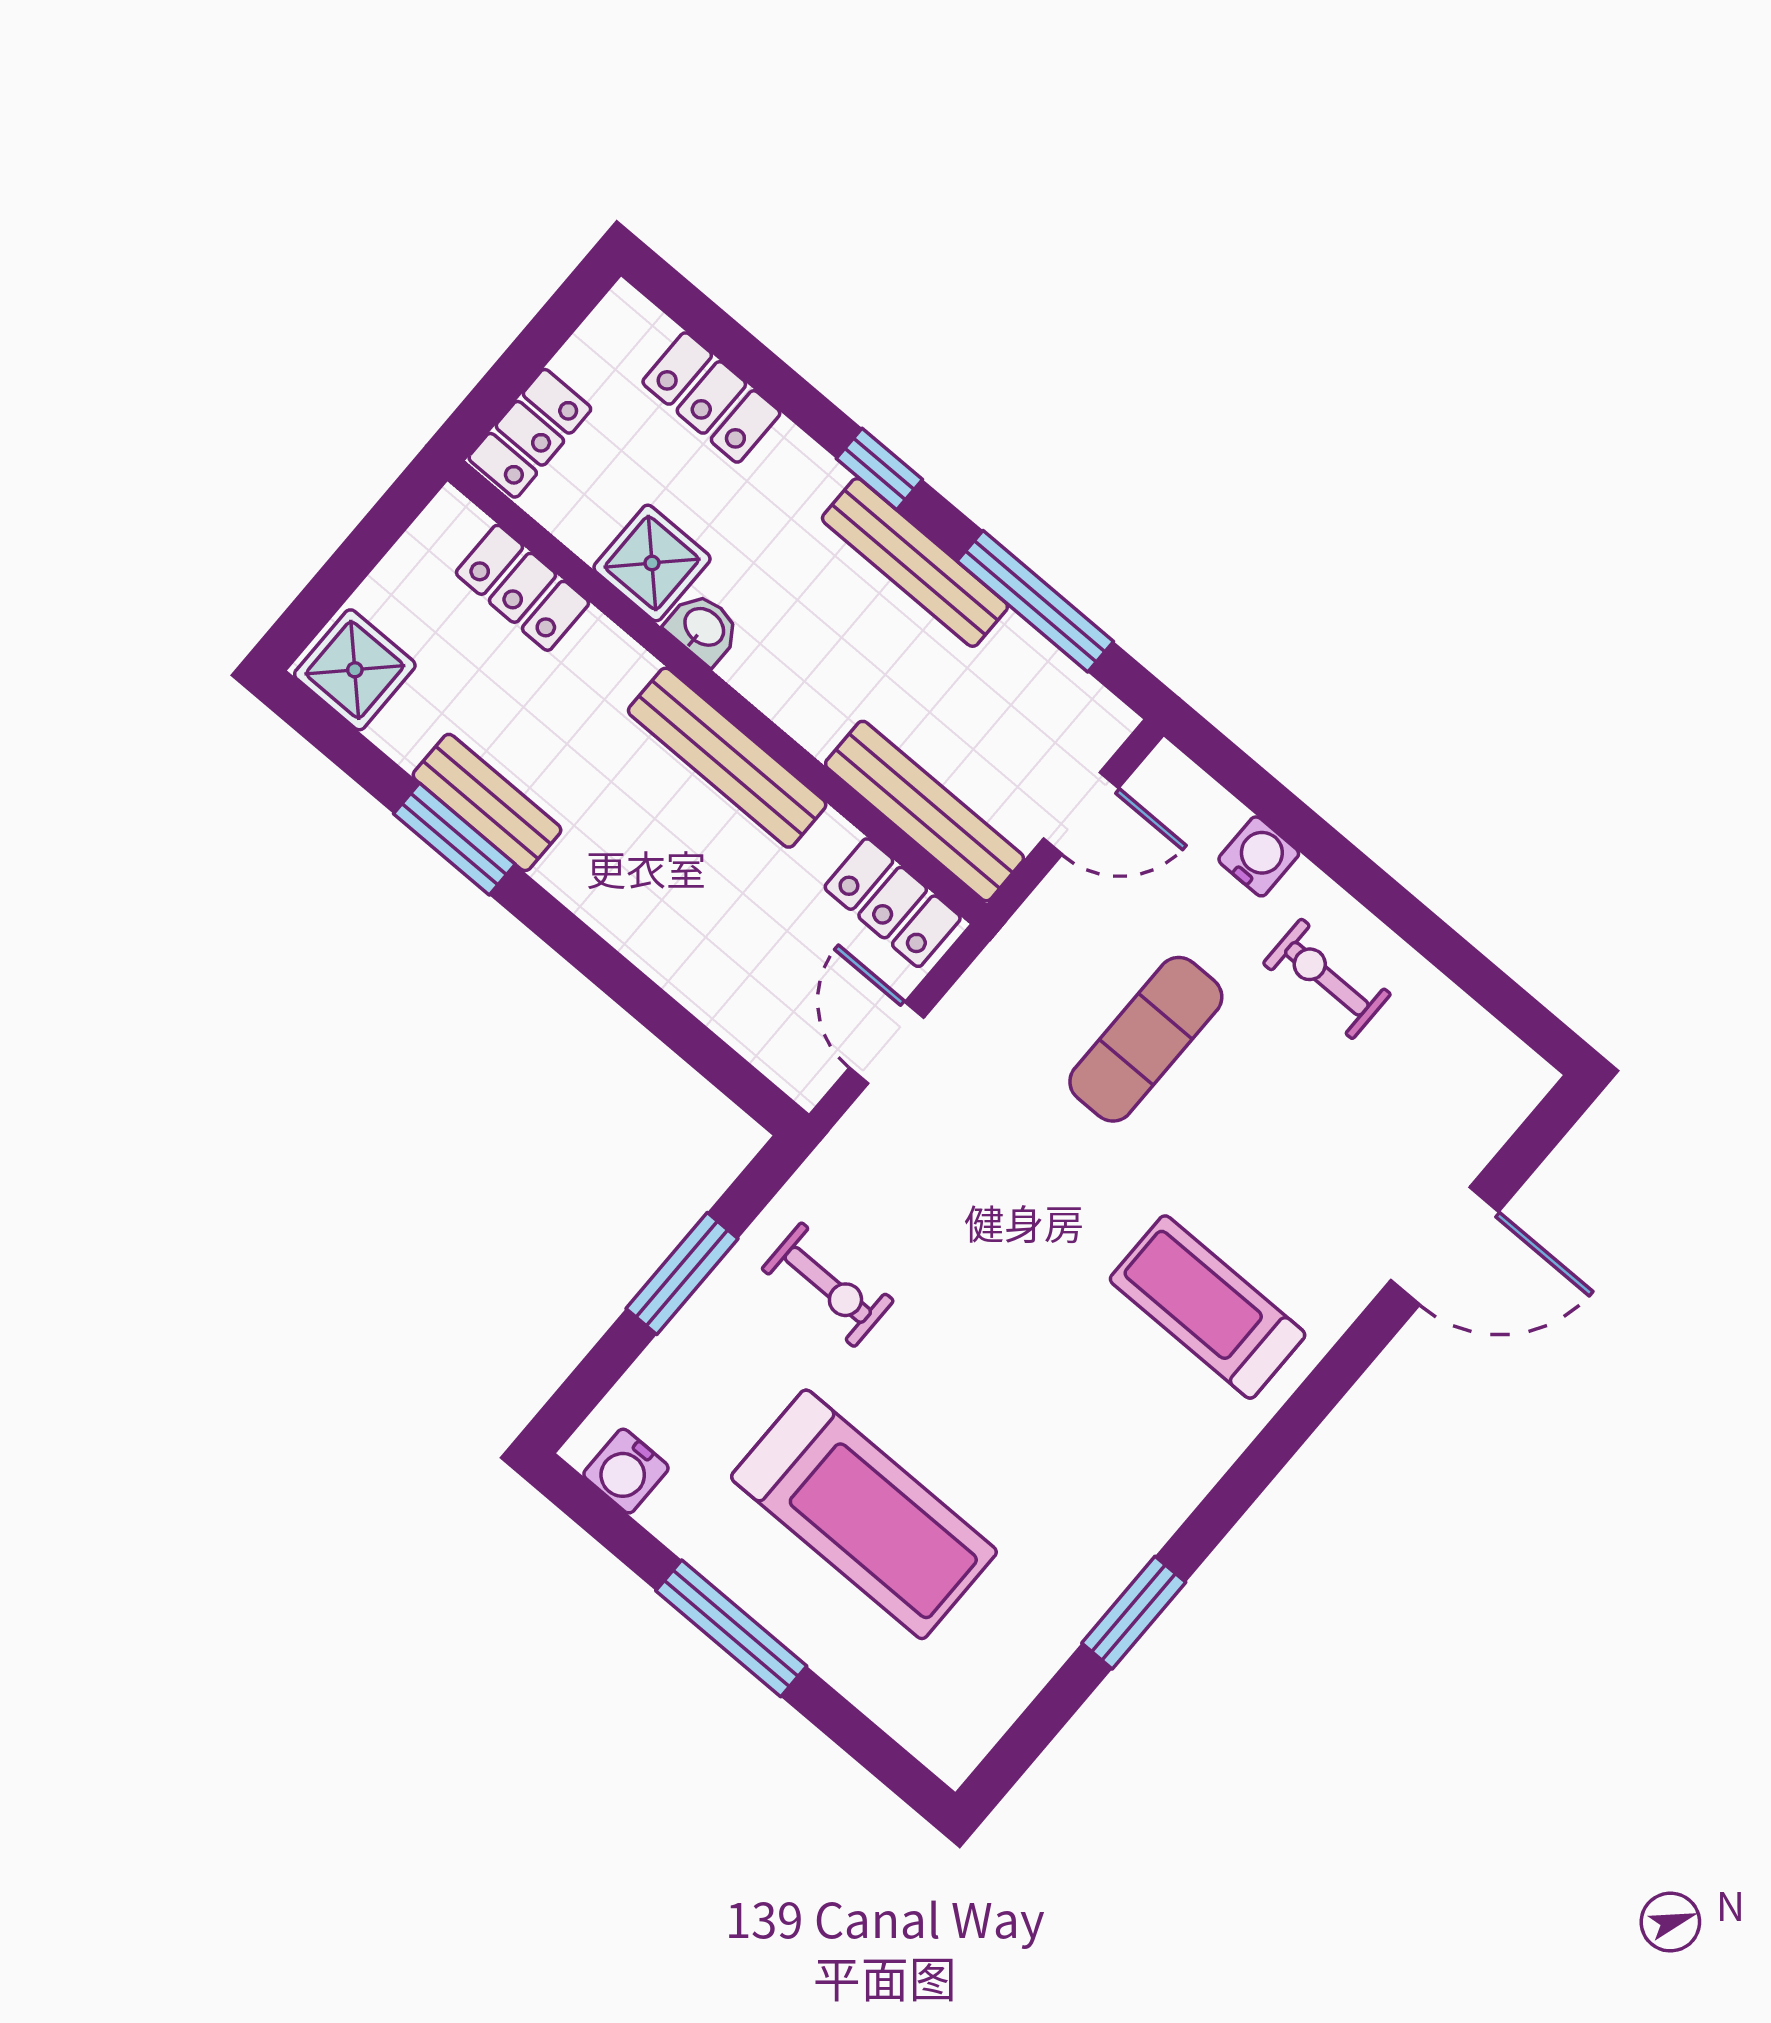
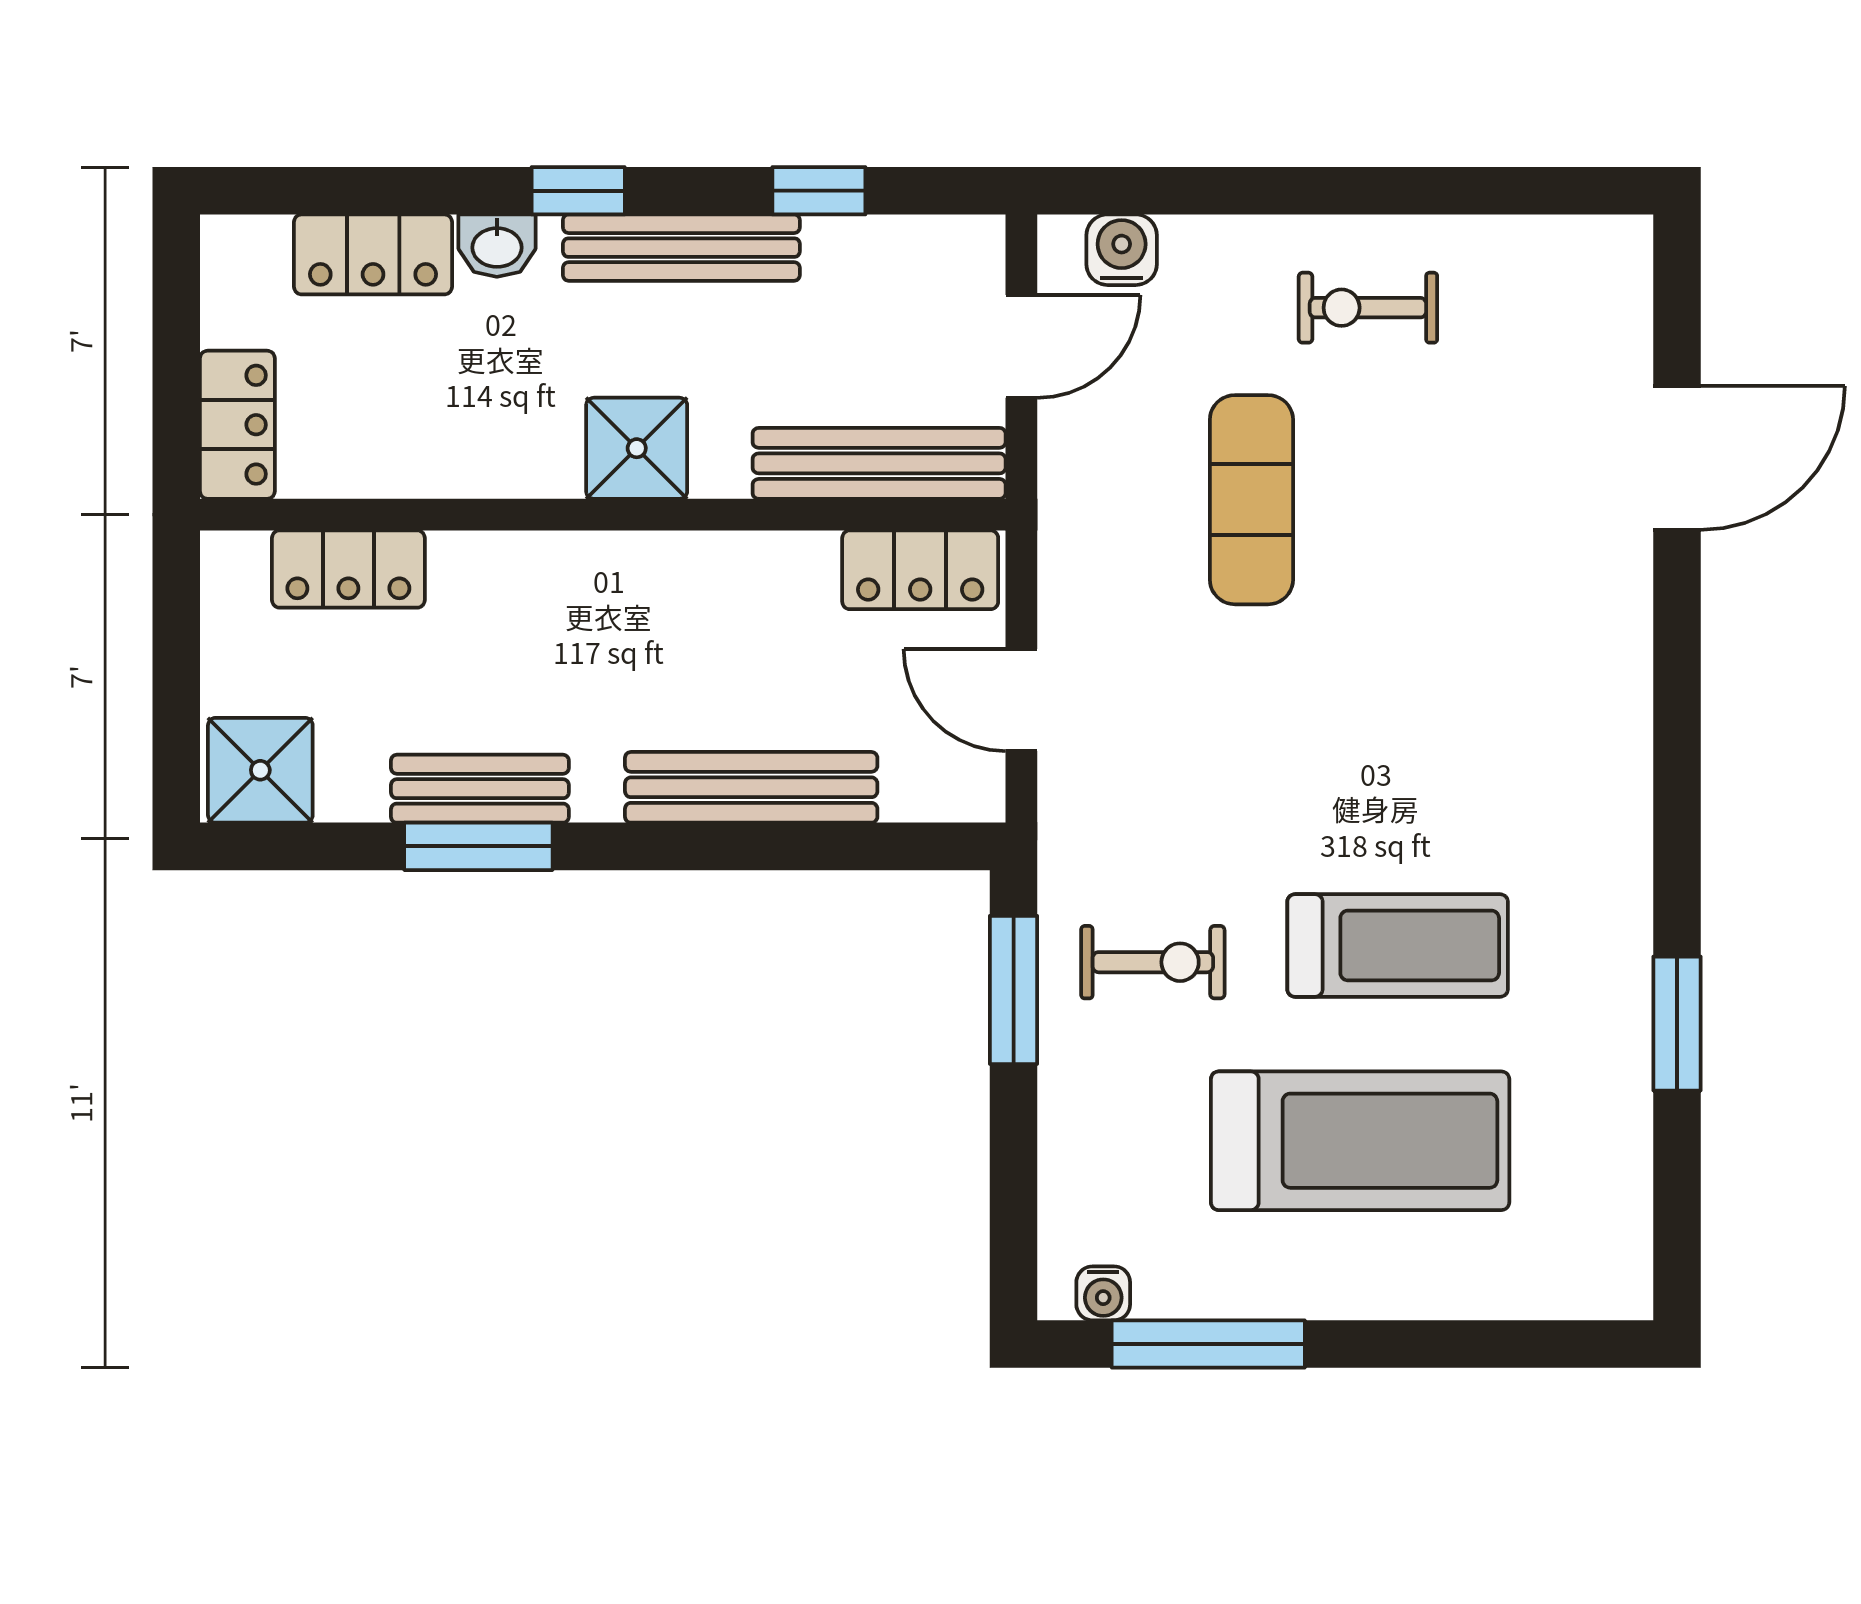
shower: (652, 563) -> (637, 448), moved
window: (1035, 601) -> (819, 191), width x0.46
washbasin: (703, 628) -> (497, 246), moved, turned 180
bench: (727, 758) -> (751, 787), moved
water cooler: (1259, 856) -> (1122, 250), moved
window: (682, 1274) -> (1014, 990), moved
treadmill: (1208, 1307) -> (1398, 945), moved, turned 180
water cooler: (626, 1471) -> (1103, 1293), width x0.72, depth x0.72
window: (731, 1628) -> (1208, 1344), moved

